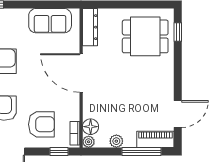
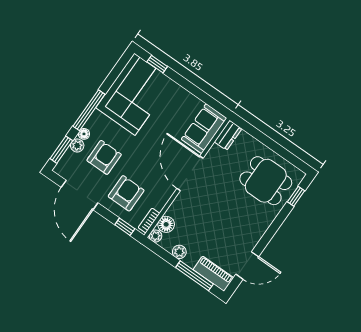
sofa: (50, 21) -> (204, 129), moved, turned 90
dresser: (90, 27) -> (228, 135), width x0.70
armchair: (41, 124) -> (126, 193), turned -90

